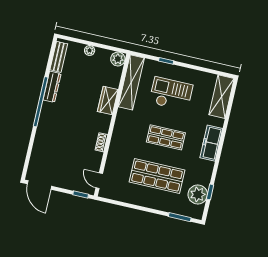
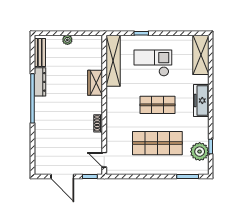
plant: (118, 59) -> (96, 42), removed
door: (39, 185) -> (62, 177), moved

